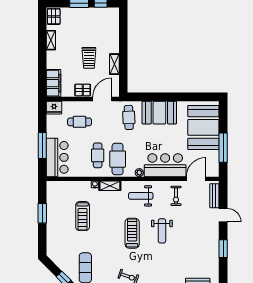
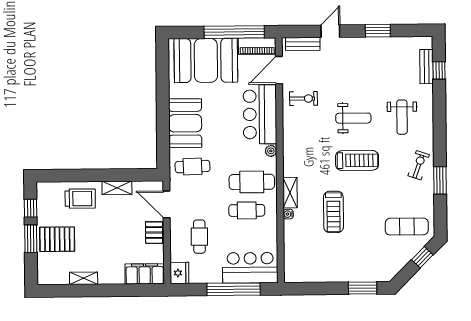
pallet: (54, 16) -> (57, 239), moved, width x1.50, depth x1.42
trolley: (89, 58) -> (80, 199), moved
window: (42, 146) -> (234, 289), width x1.46
window: (223, 148) -> (234, 32), width x1.46
piano: (213, 164) -> (257, 46), added
door: (196, 179) -> (279, 70), hinge flipped
weight bench: (141, 196) -> (402, 117), moved
window: (42, 213) -> (363, 288), moved
treadmill: (83, 216) -> (333, 212), moved, turned 90
treadmill: (132, 233) -> (357, 160), turned 180

